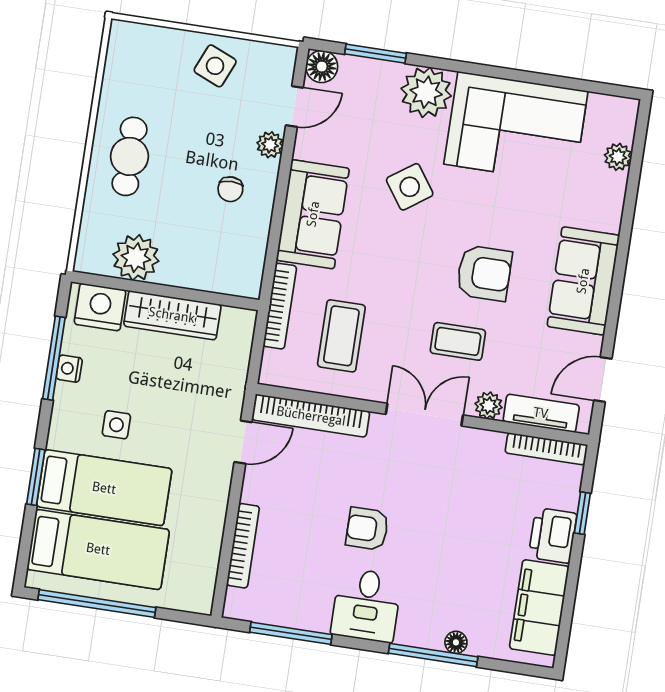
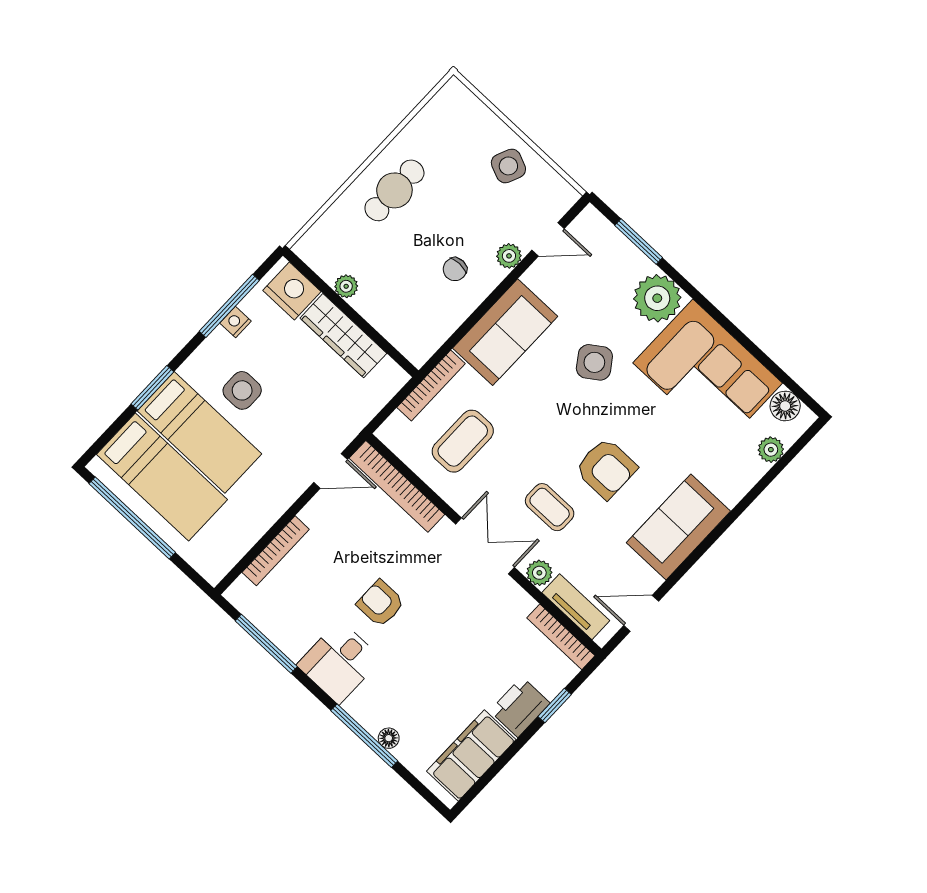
floor lamp: (322, 67) -> (785, 406), moved
plant: (136, 258) -> (346, 286), width x0.53, depth x0.53
side table: (116, 425) -> (242, 390), width x1.37, depth x1.37

